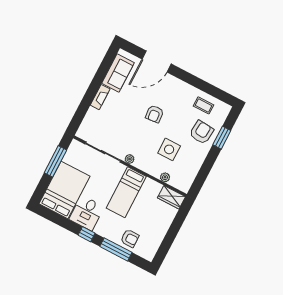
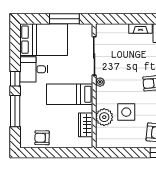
plant: (165, 177) -> (104, 117), width x1.87, depth x1.87
wardrobe: (171, 197) -> (86, 125), moved
armchair: (130, 238) -> (42, 138), moved, turned 91

